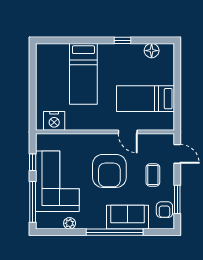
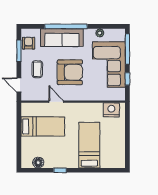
armchair: (109, 171) -> (70, 72), turned 90
sofa: (128, 217) -> (62, 38), width x1.36

